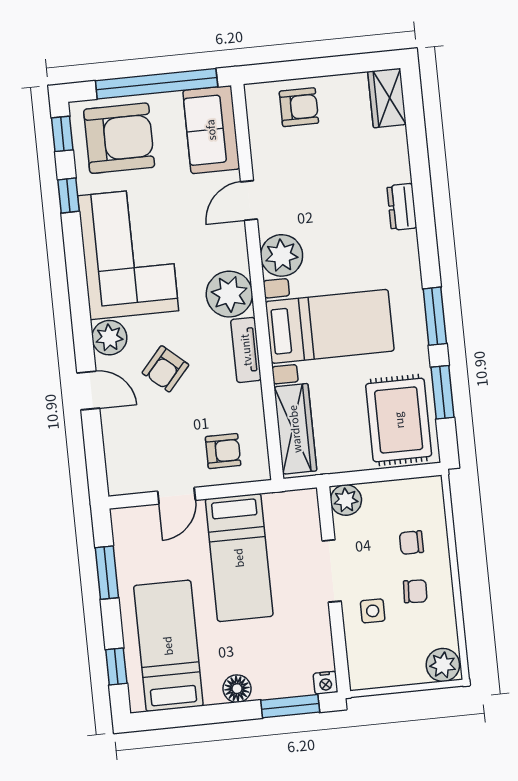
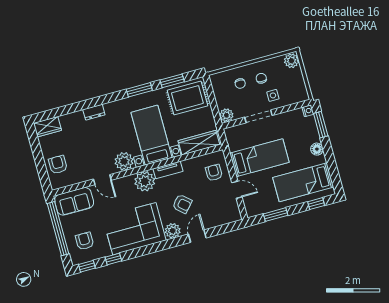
armchair: (119, 138) -> (85, 241), width x0.53, depth x0.53

